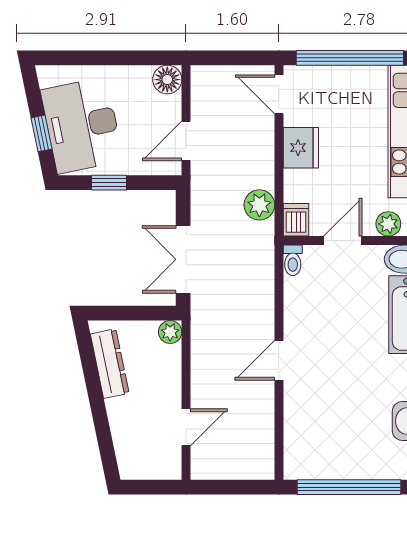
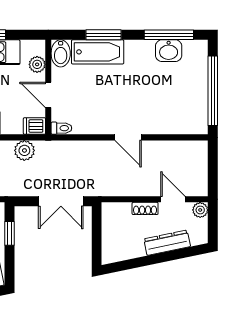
window: (109, 183) -> (10, 233), moved
plant: (170, 332) -> (200, 210), moved
dresser: (110, 364) -> (167, 243), moved
shoe rack: (172, 386) -> (145, 208), added

